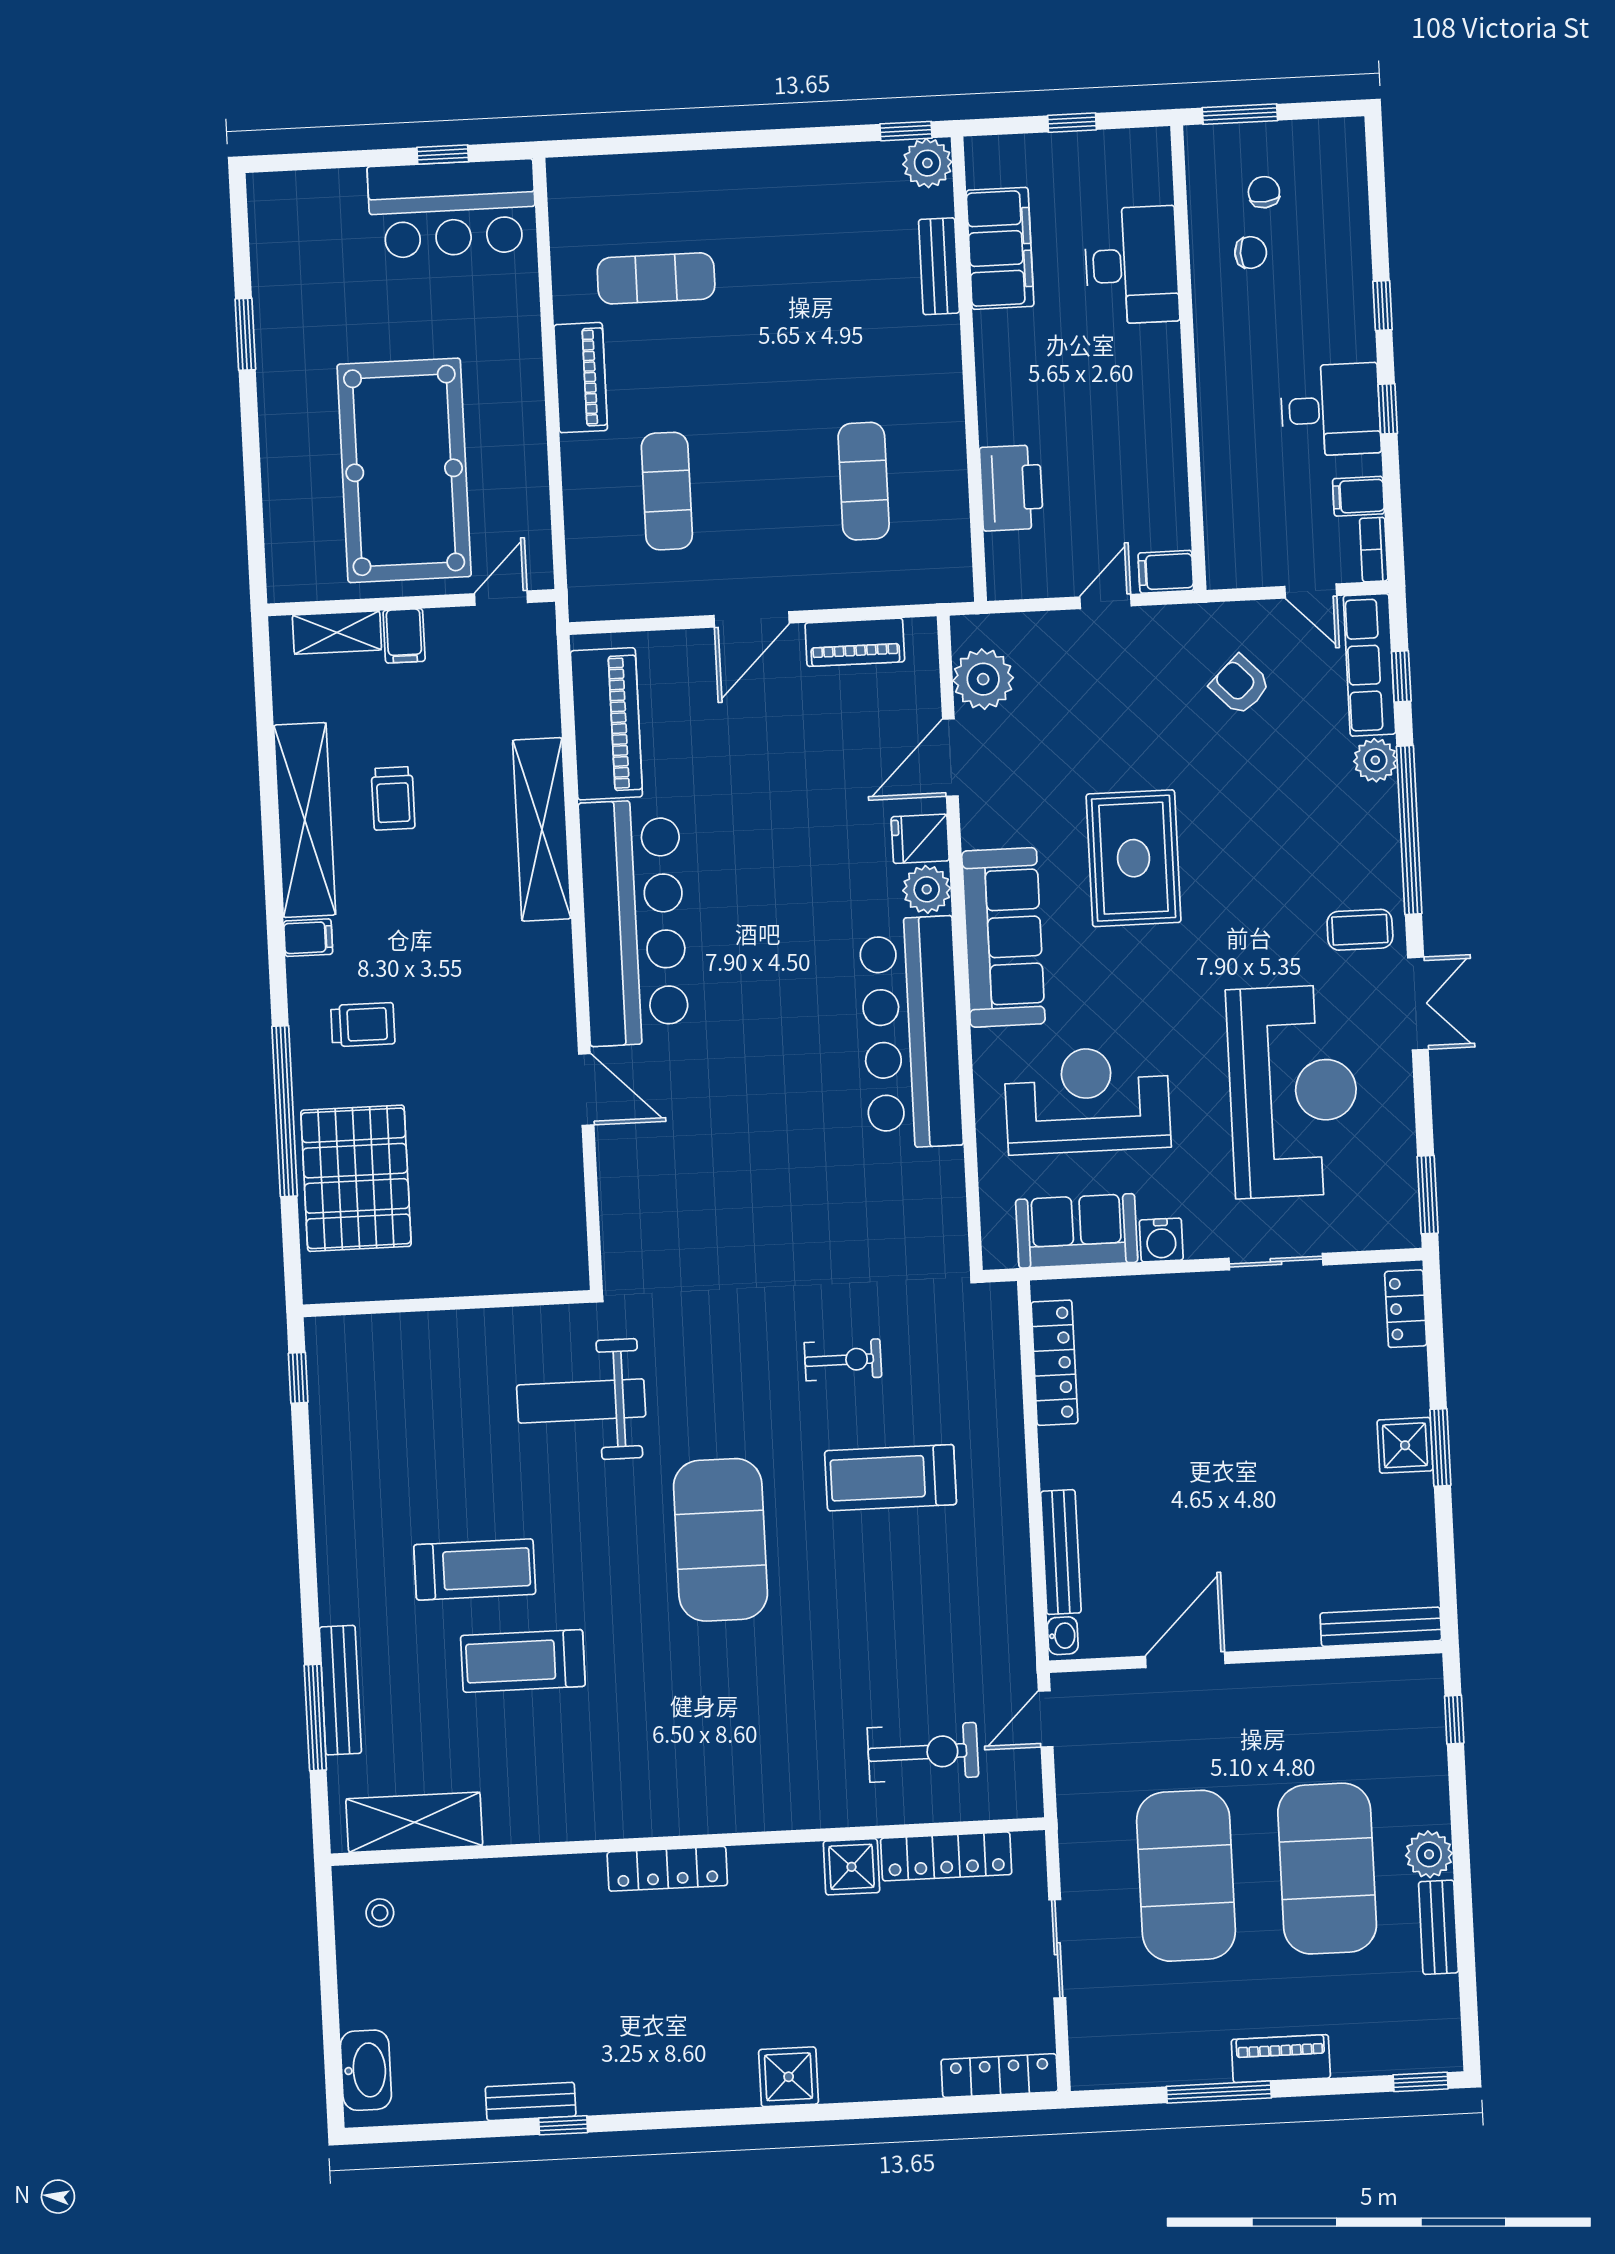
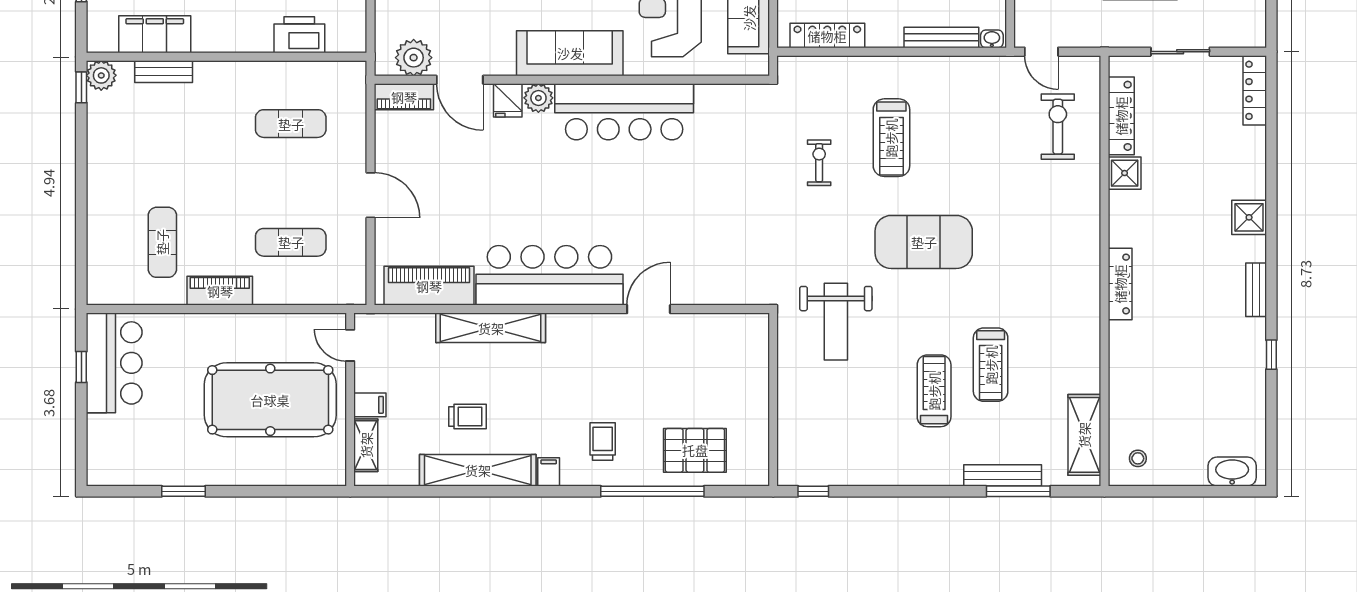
piano: (855, 642) -> (404, 97), moved, turned 90
pallet: (356, 1178) -> (695, 450), width x0.73, depth x0.71
bench: (531, 2101) -> (1256, 290), moved

